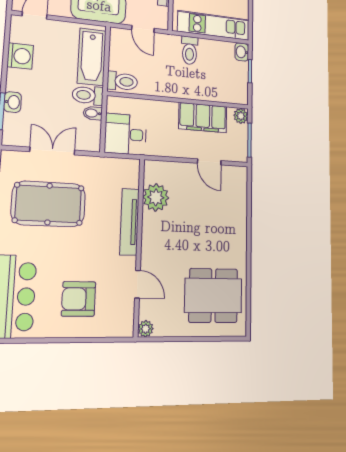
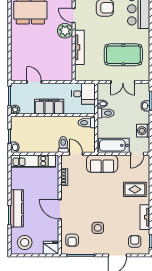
toilet: (190, 50) -> (63, 145), moved
bathtub: (92, 57) -> (114, 145), moved, turned -90
filing cabinet: (203, 118) -> (49, 107), moved
plant: (156, 197) -> (65, 31), moved

